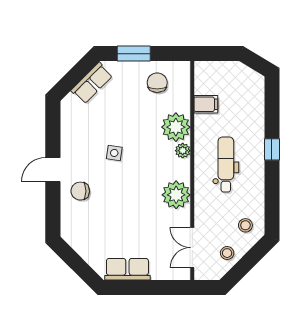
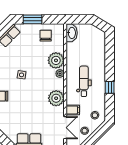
washbasin: (204, 78) -> (72, 33), added
filing cabinet: (206, 104) -> (73, 110), moved
window: (272, 149) -> (110, 87), moved
double door: (192, 248) -> (65, 128), swing flipped

